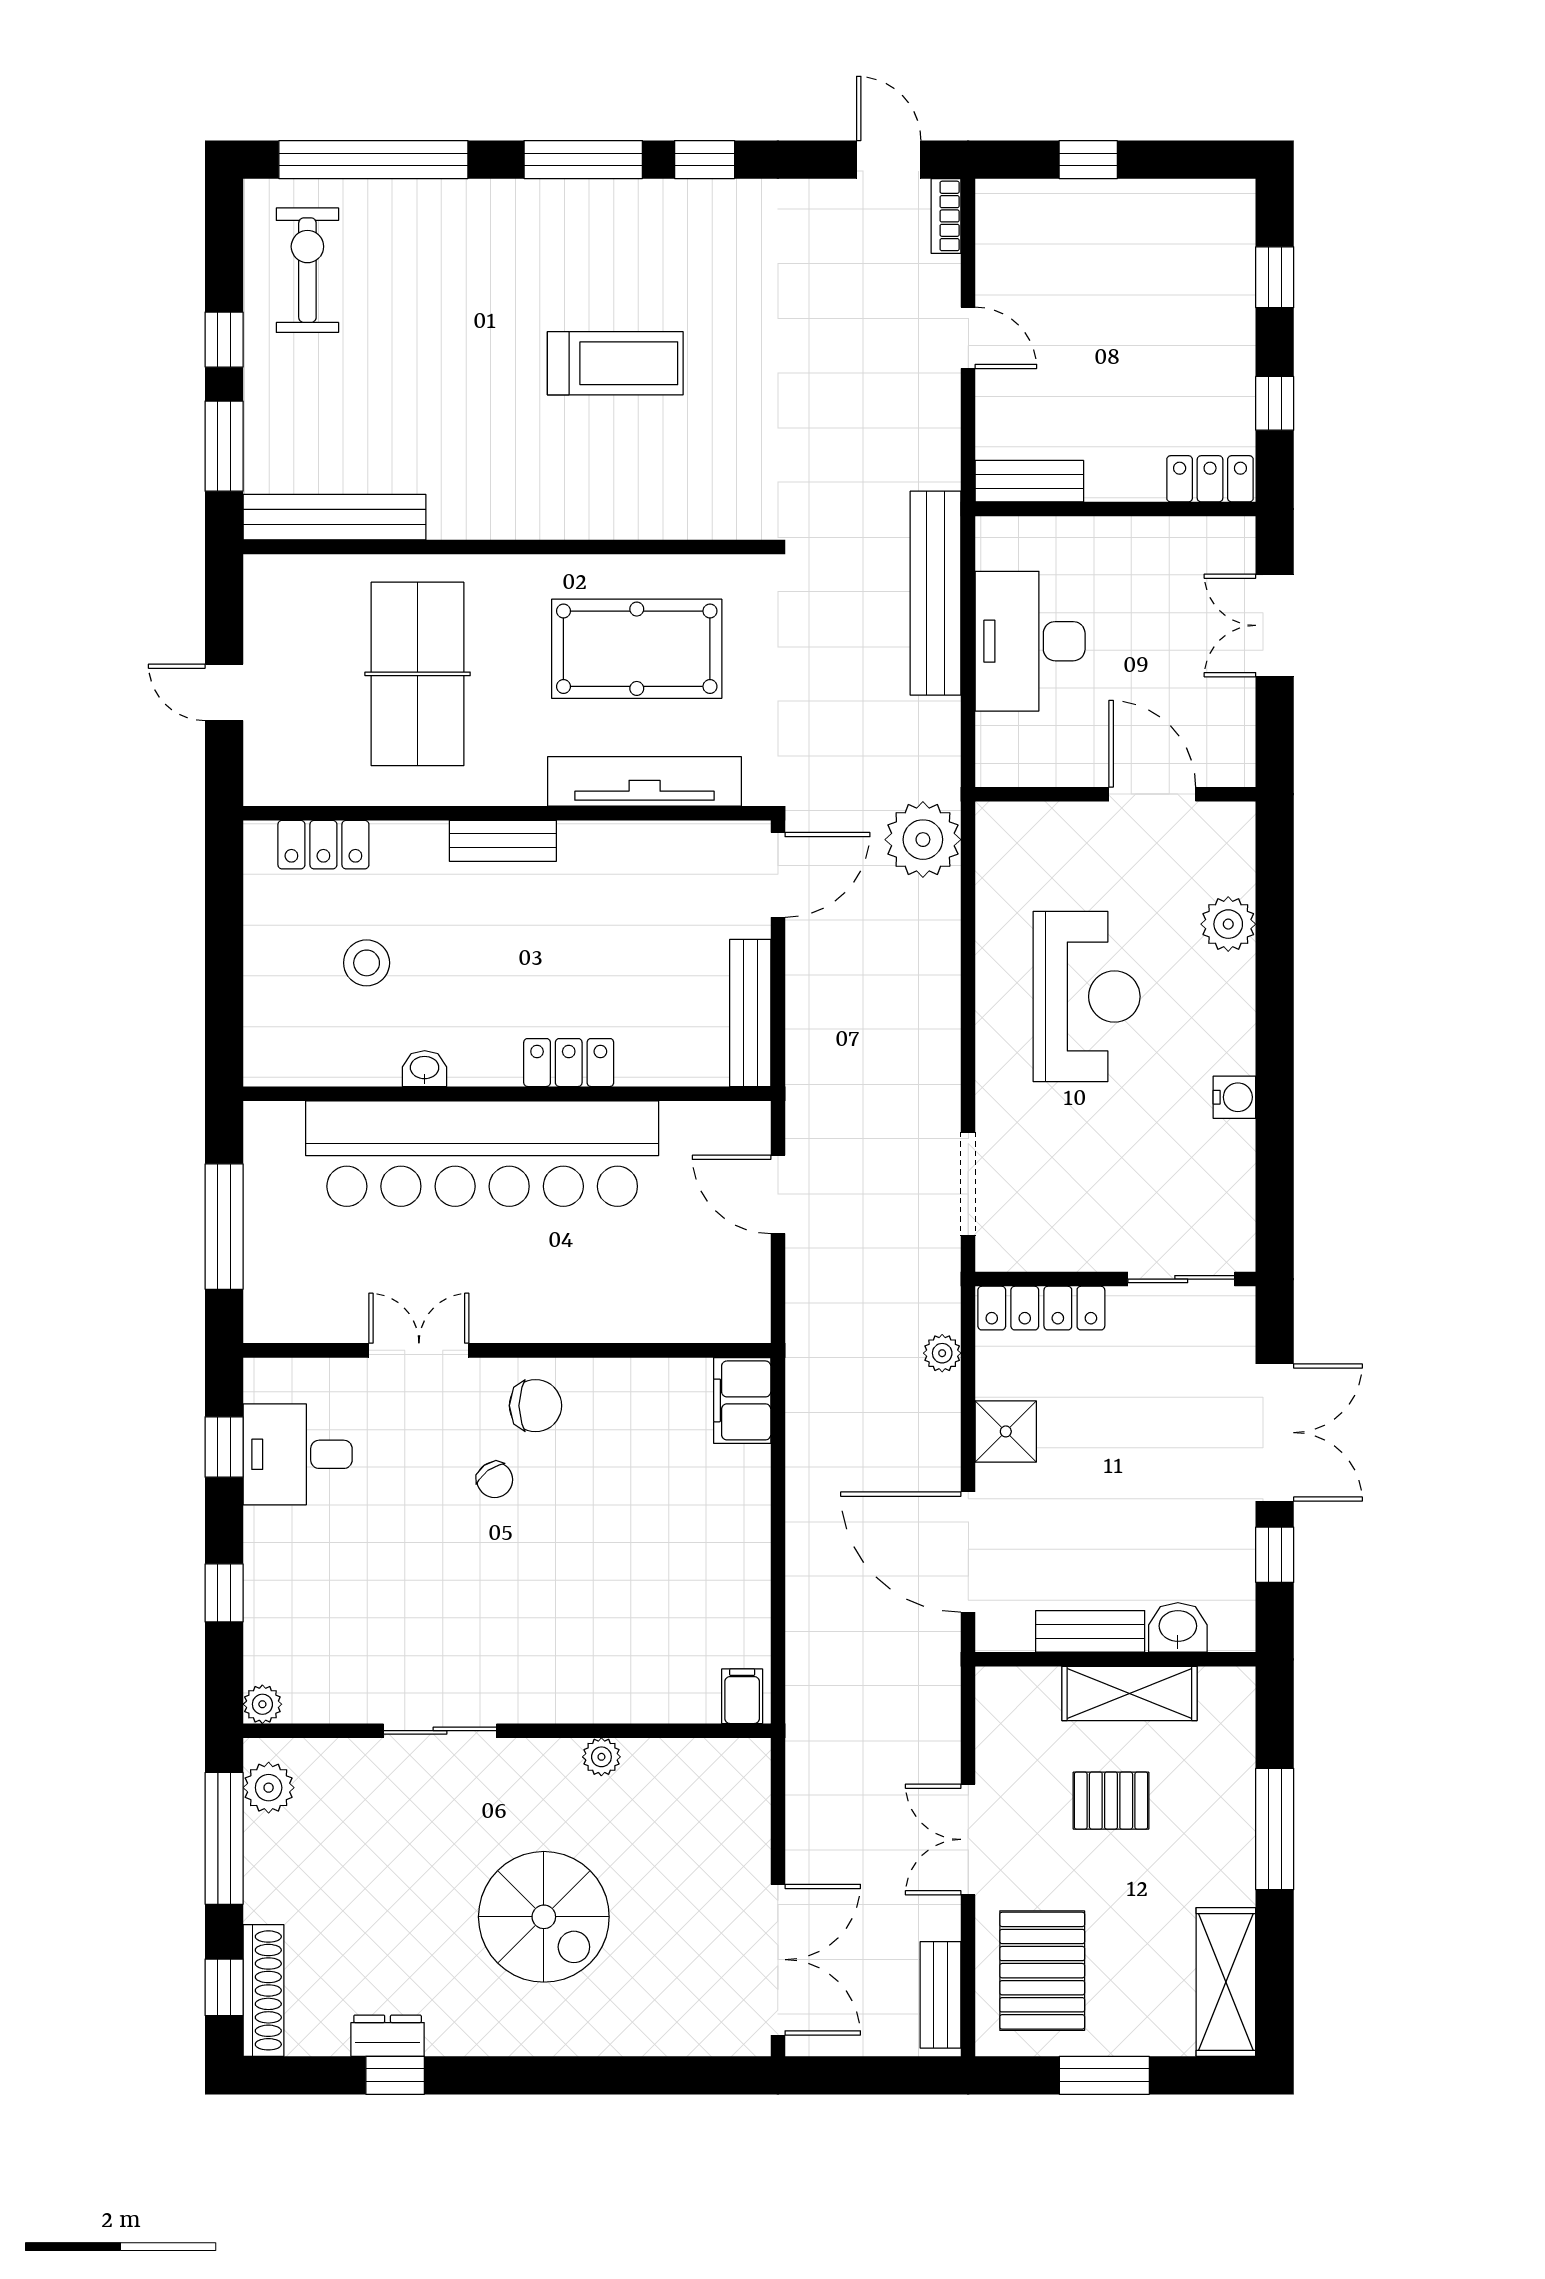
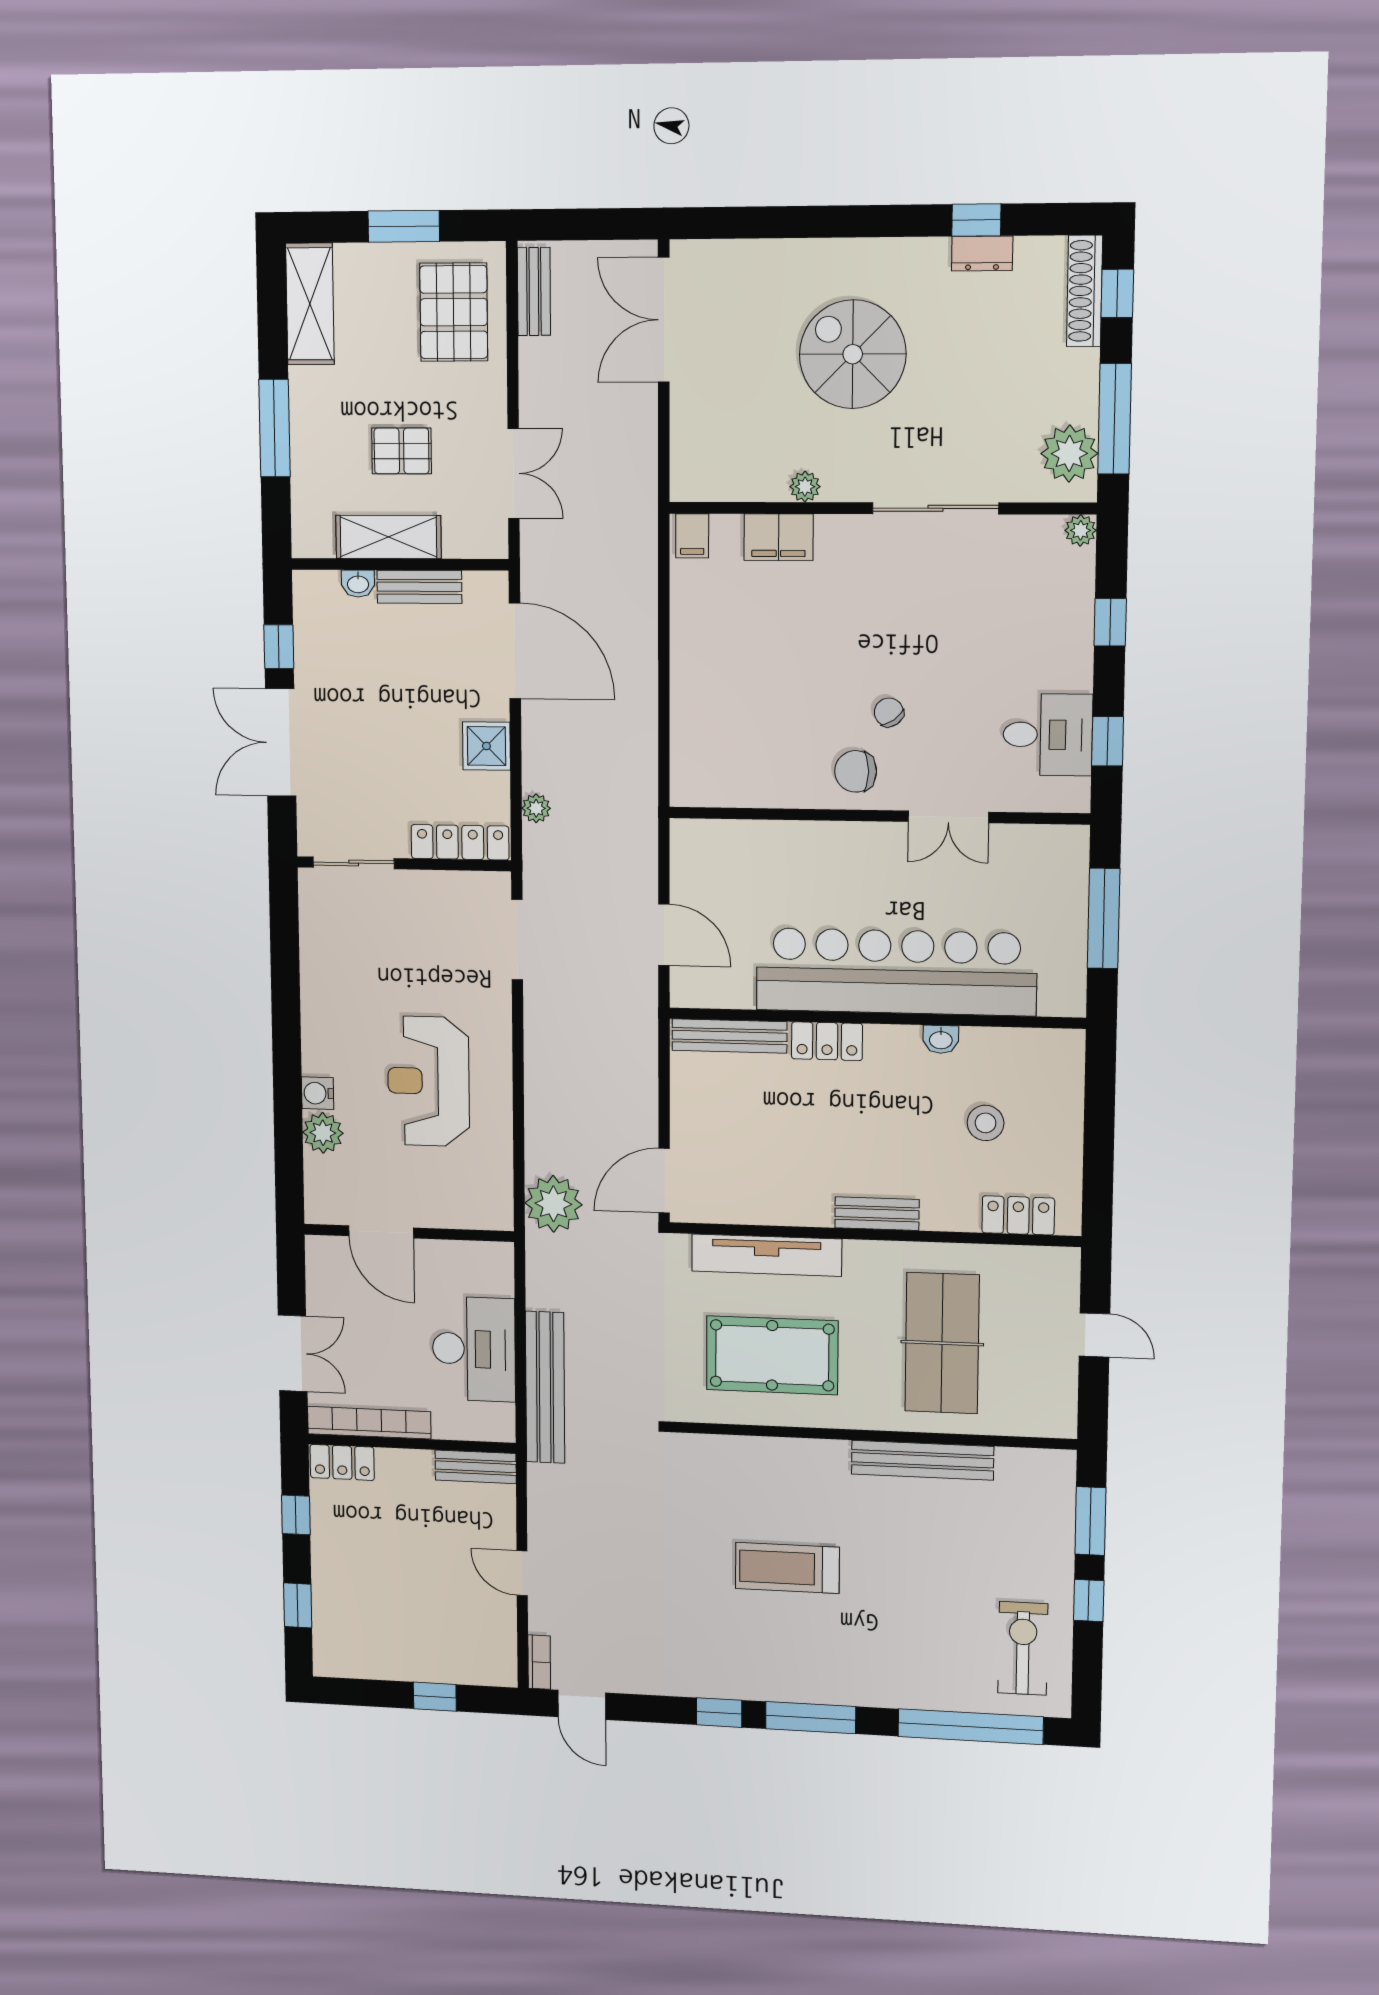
exercise bike: (307, 270) -> (1023, 1648), turned 180
bench: (335, 517) -> (922, 1460), moved
bookcase: (1172, 535) -> (369, 1423), added
bench: (750, 1013) -> (729, 1036), moved, turned 90
water cooler: (1234, 1097) -> (318, 1093), moved
filing cabinet: (742, 1400) -> (778, 537), moved, turned 90
washbasin: (1178, 1627) -> (358, 584), width x0.72, depth x0.69
sliding door: (440, 1731) -> (936, 508), width x1.37
plant: (269, 1788) -> (1069, 453), width x1.36, depth x1.36
double door: (968, 1839) -> (513, 473), moved

